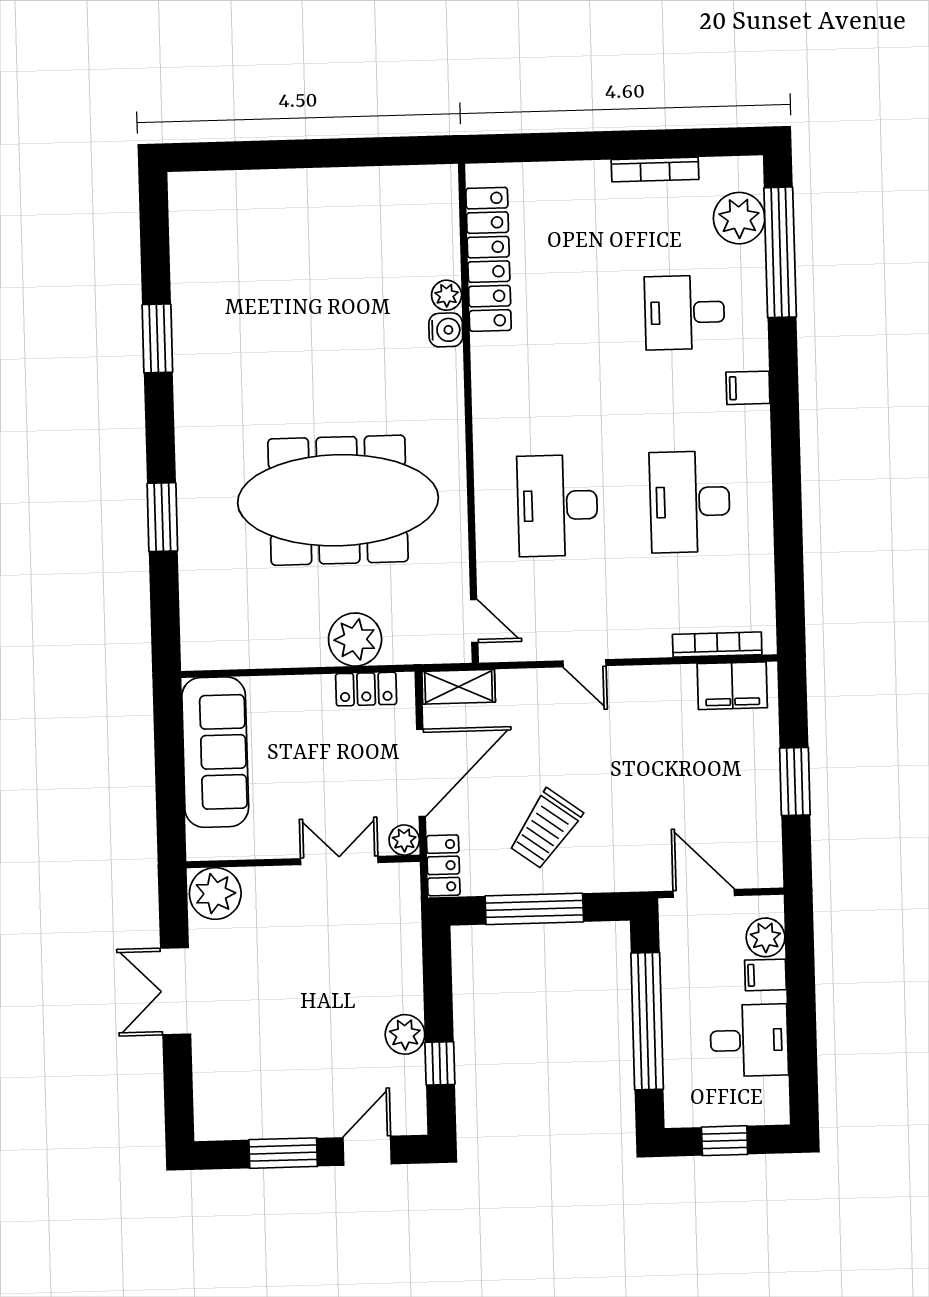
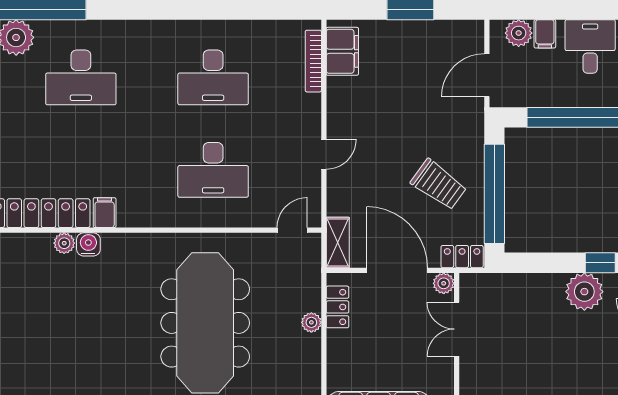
desk: (685, 312) -> (81, 77), width x1.37
filing cabinet: (748, 388) -> (105, 213), moved, turned 180
plant: (355, 640) -> (311, 322), width x0.53, depth x0.53
window: (534, 909) -> (494, 194), width x1.46
plant: (405, 1034) -> (584, 292), width x1.36, depth x1.36

